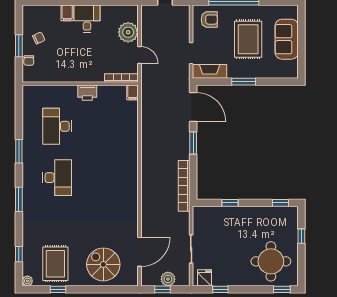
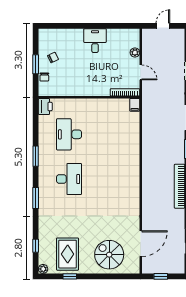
filing cabinet: (67, 13) -> (78, 36), removed
plant: (128, 32) -> (135, 52), width x0.53, depth x0.53
printer: (87, 93) -> (45, 106), moved, turned -90
plant: (168, 279) -> (166, 267), removed

